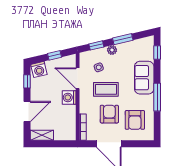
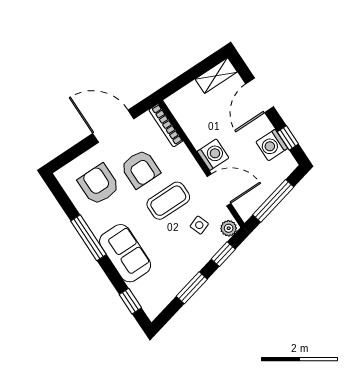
plant: (112, 50) -> (229, 228), moved
window: (55, 55) -> (273, 201), width x2.17
washing machine: (39, 69) -> (272, 145), moved, turned -77

